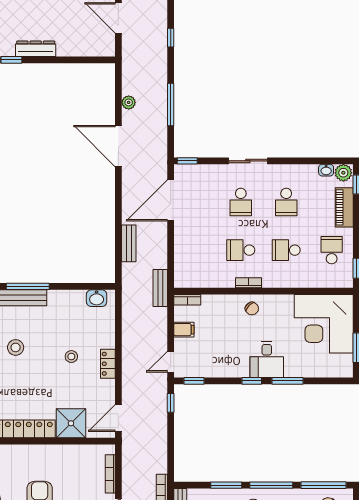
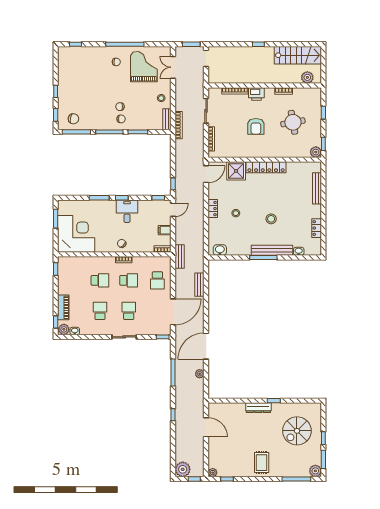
door: (118, 146) -> (206, 346), swing flipped
school desk: (332, 250) -> (157, 280), moved
desk: (267, 360) -> (127, 211), moved

